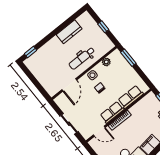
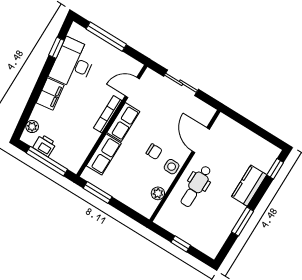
window: (61, 27) -> (243, 222), added
kitchen counter: (69, 32) -> (249, 186), moved
dental chair: (82, 58) -> (196, 186), turned 180
window: (128, 58) -> (98, 193), moved

